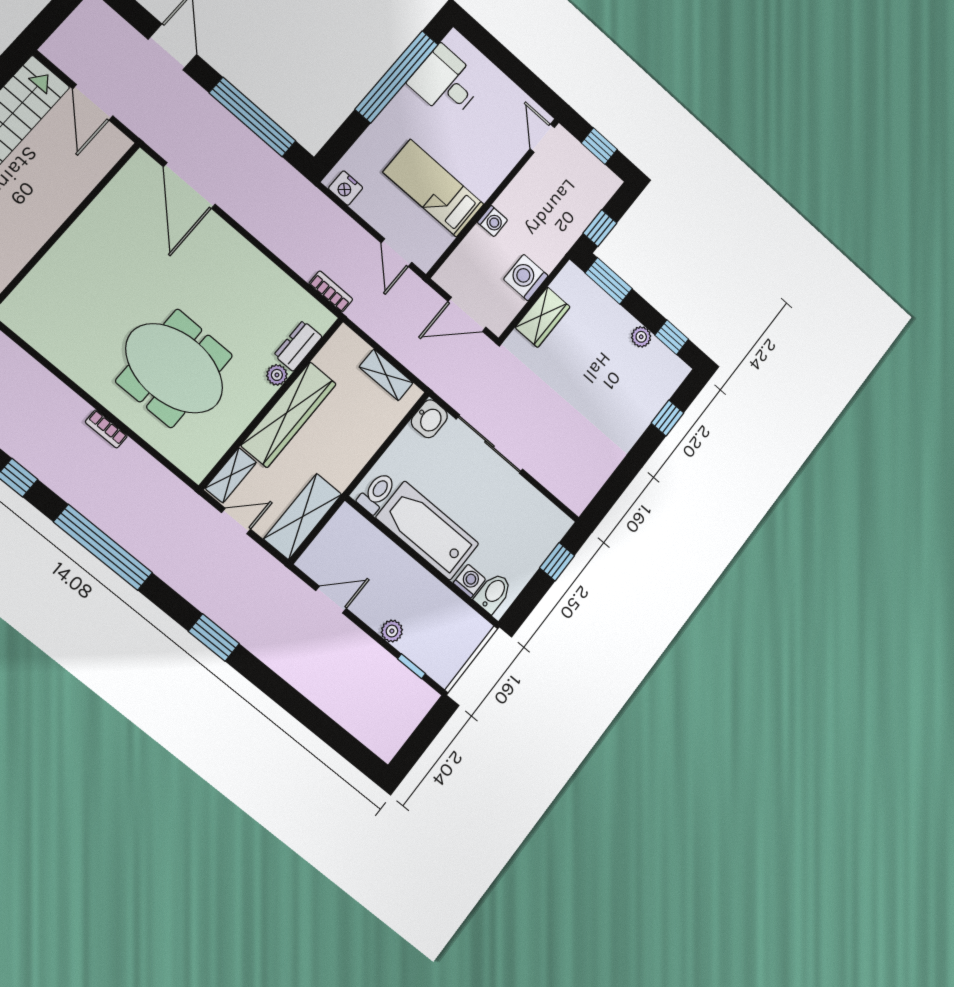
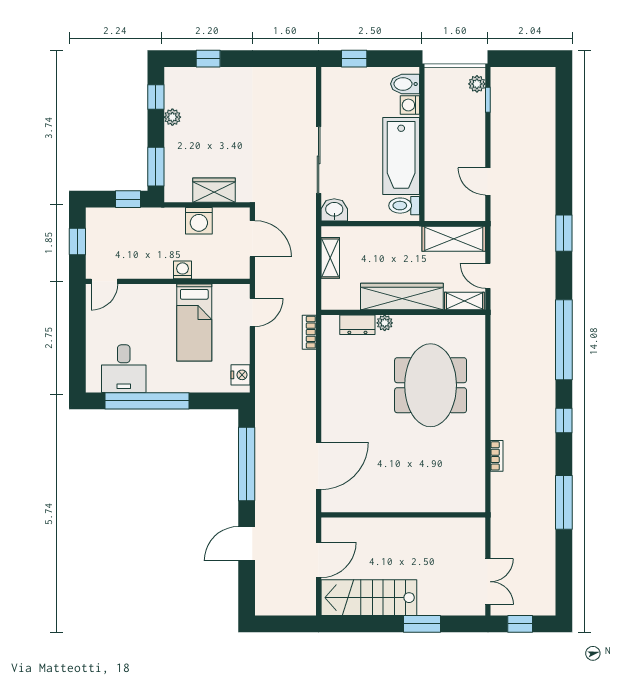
bookcase: (106, 429) -> (497, 456), moved
plant: (392, 631) -> (477, 84), moved

